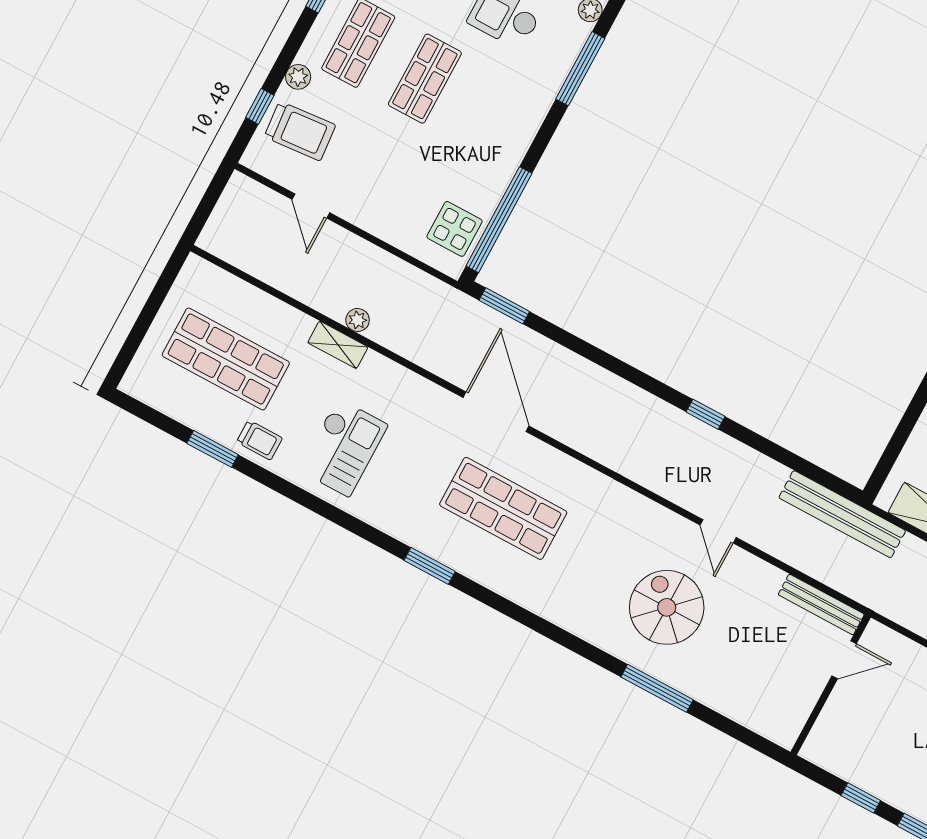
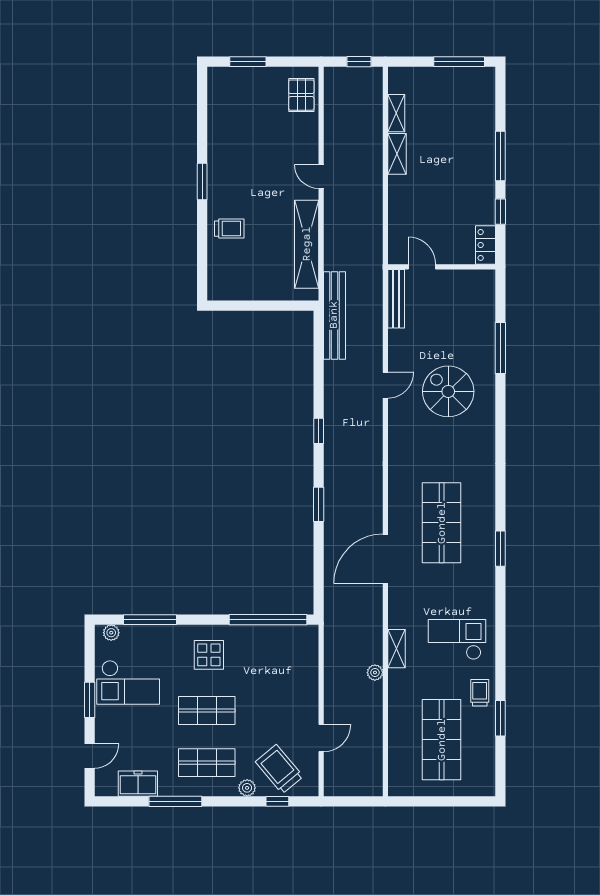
trolley: (300, 131) -> (279, 769), turned -35
display table: (455, 229) -> (209, 655), moved
window: (504, 306) -> (319, 504), moved
shelving: (338, 345) -> (396, 649), moved
spiral stairs: (667, 607) -> (448, 391), turned 90
window: (657, 688) -> (500, 348), moved
locker: (828, 756) -> (486, 245), added

